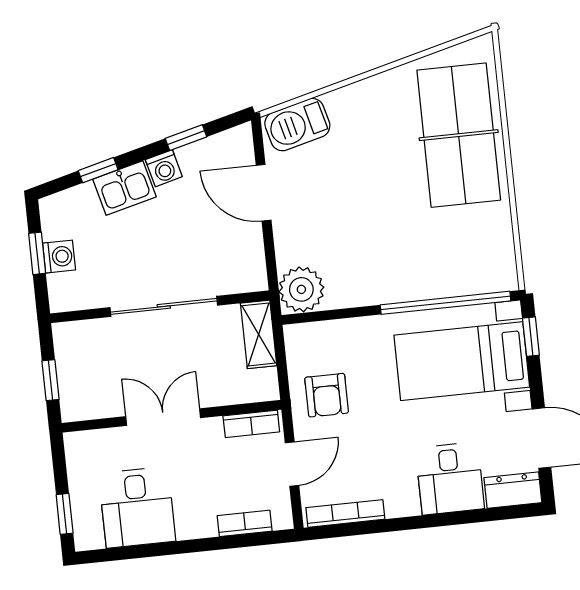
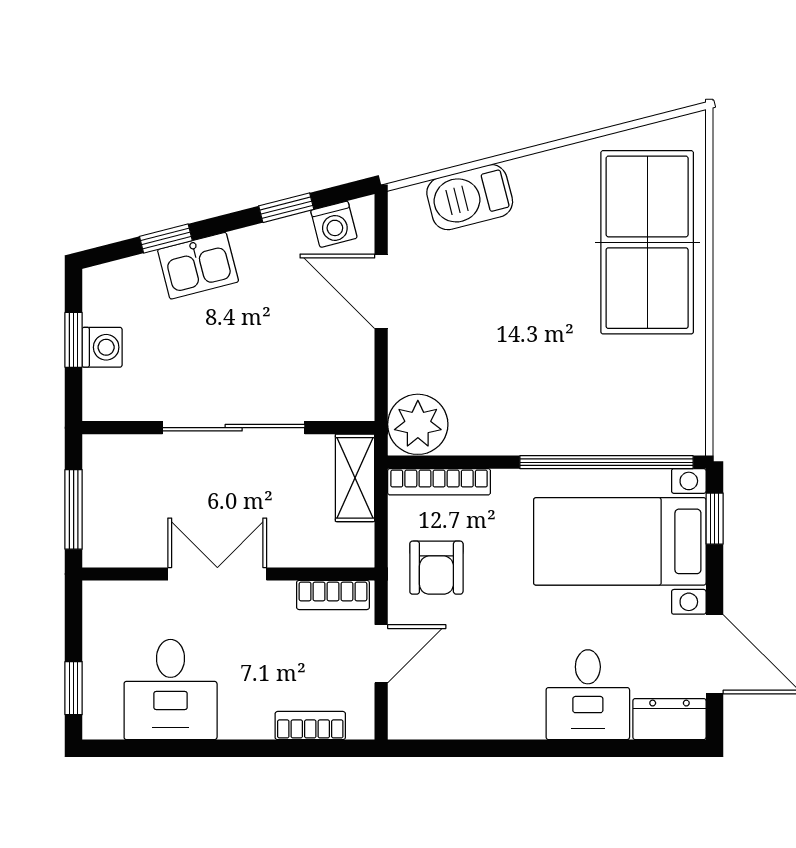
barbecue: (297, 125) -> (470, 197), moved
washing machine: (164, 168) -> (334, 224), moved
window: (50, 380) -> (74, 509), width x1.50
bookcase: (345, 513) -> (439, 482), moved, turned 180

